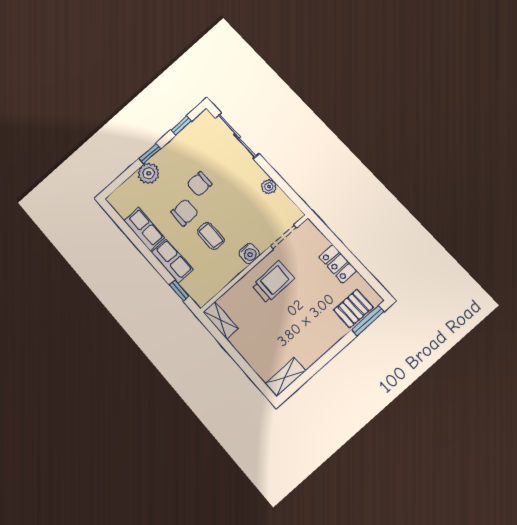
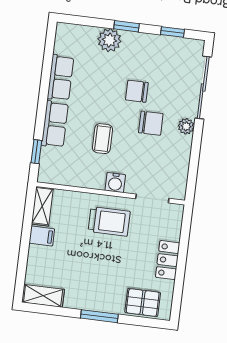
plant: (269, 187) -> (186, 126), moved
chair: (185, 212) -> (151, 123), moved
window: (368, 321) -> (99, 316), moved
filing cabinet: (241, 339) -> (42, 236), added

